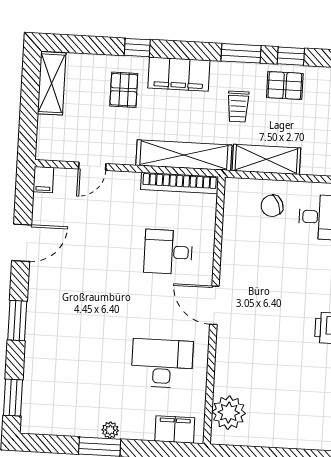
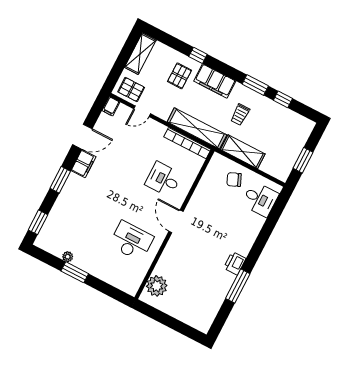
pallet: (285, 85) -> (131, 90), moved
filing cabinet: (175, 429) -> (83, 164), moved, turned 90
plant: (110, 430) -> (68, 257), moved

